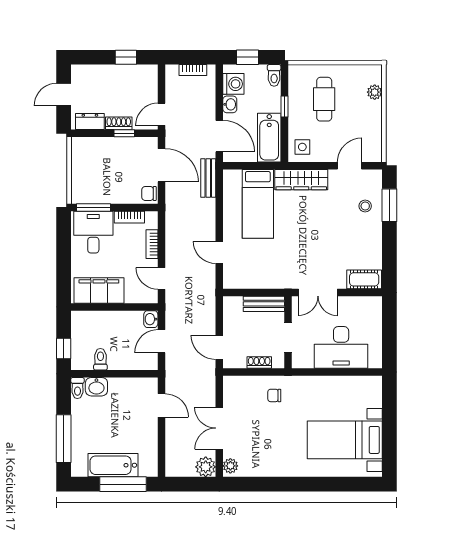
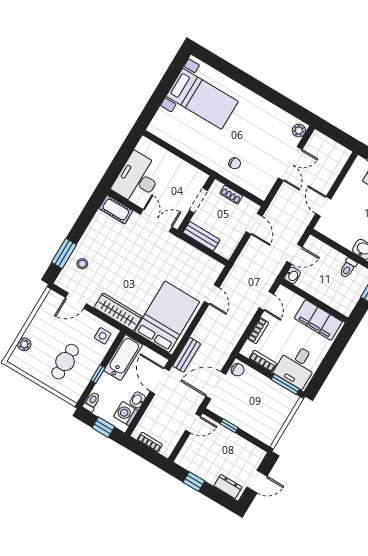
dresser: (90, 122) -> (228, 486), moved, turned 180
shoe rack: (119, 123) -> (229, 436), removed
door: (161, 165) -> (216, 385), hinge flipped
bed: (258, 204) -> (167, 317), width x1.50
desk: (341, 347) -> (138, 179), moved, turned -90
plant: (206, 467) -> (318, 141), removed

